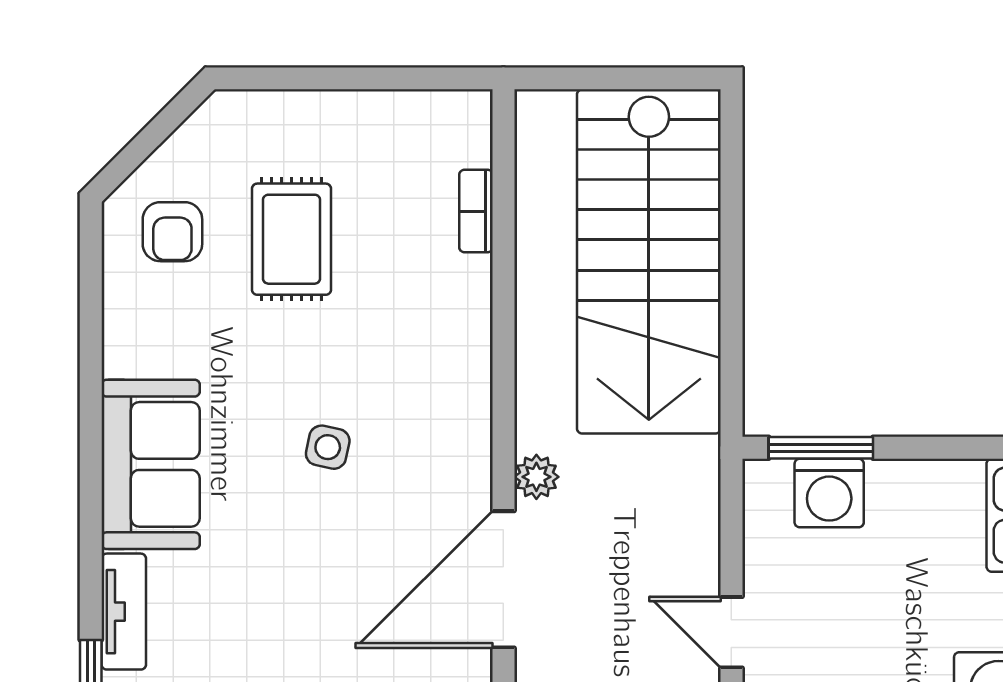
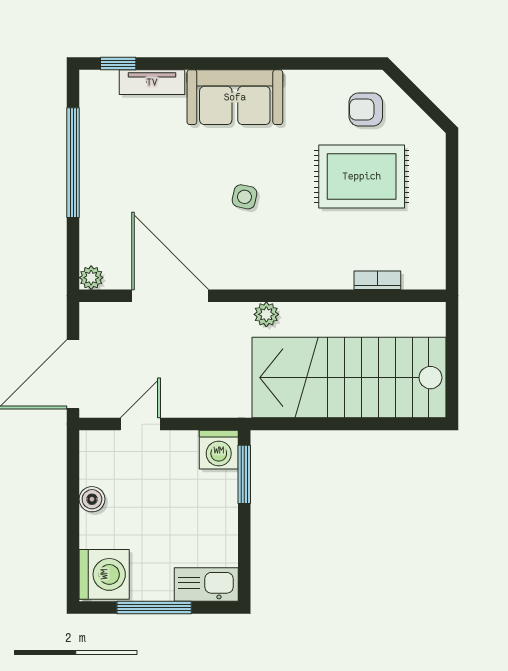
rug: (292, 239) -> (362, 176), width x1.36, depth x1.43
plant: (536, 477) -> (266, 314), moved
washing machine: (829, 493) -> (219, 450), moved, turned -90

